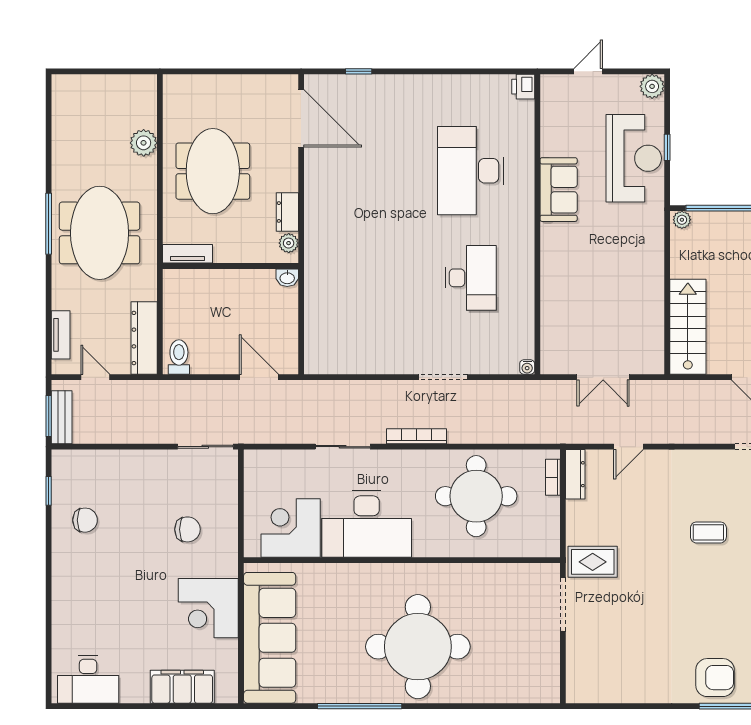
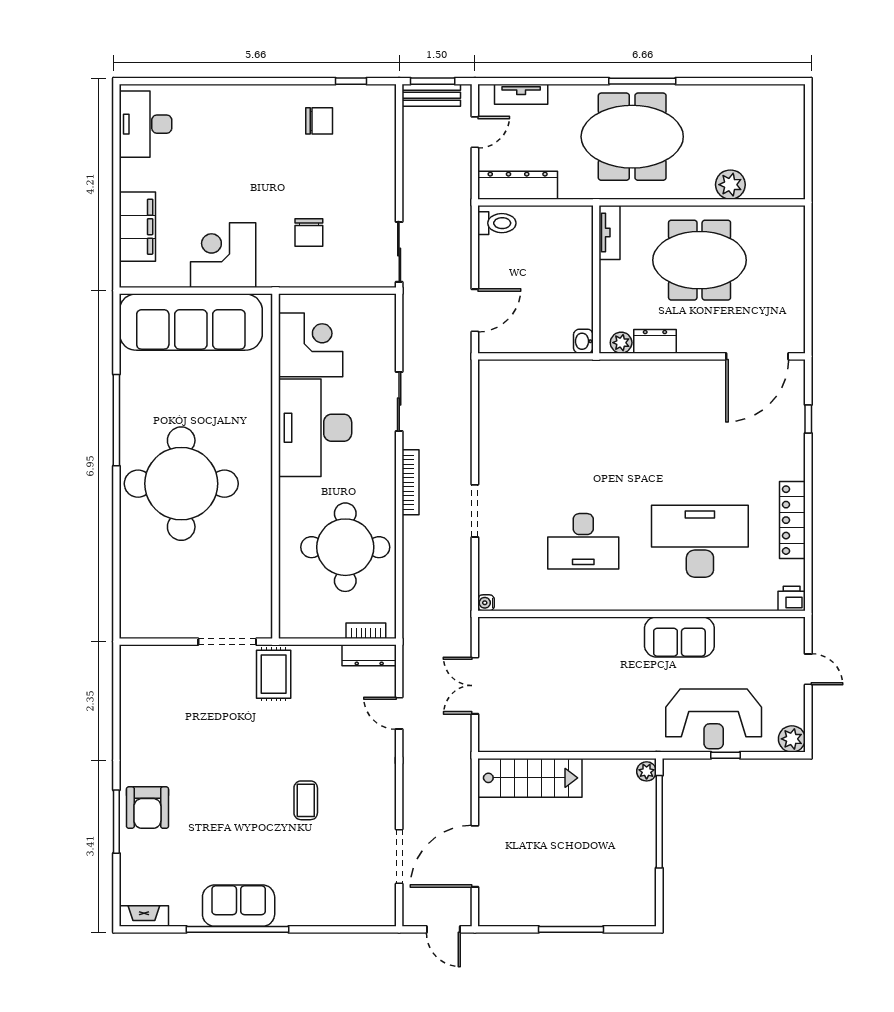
locker: (451, 86) -> (792, 520), added
chair: (85, 520) -> (319, 121), turned -90

